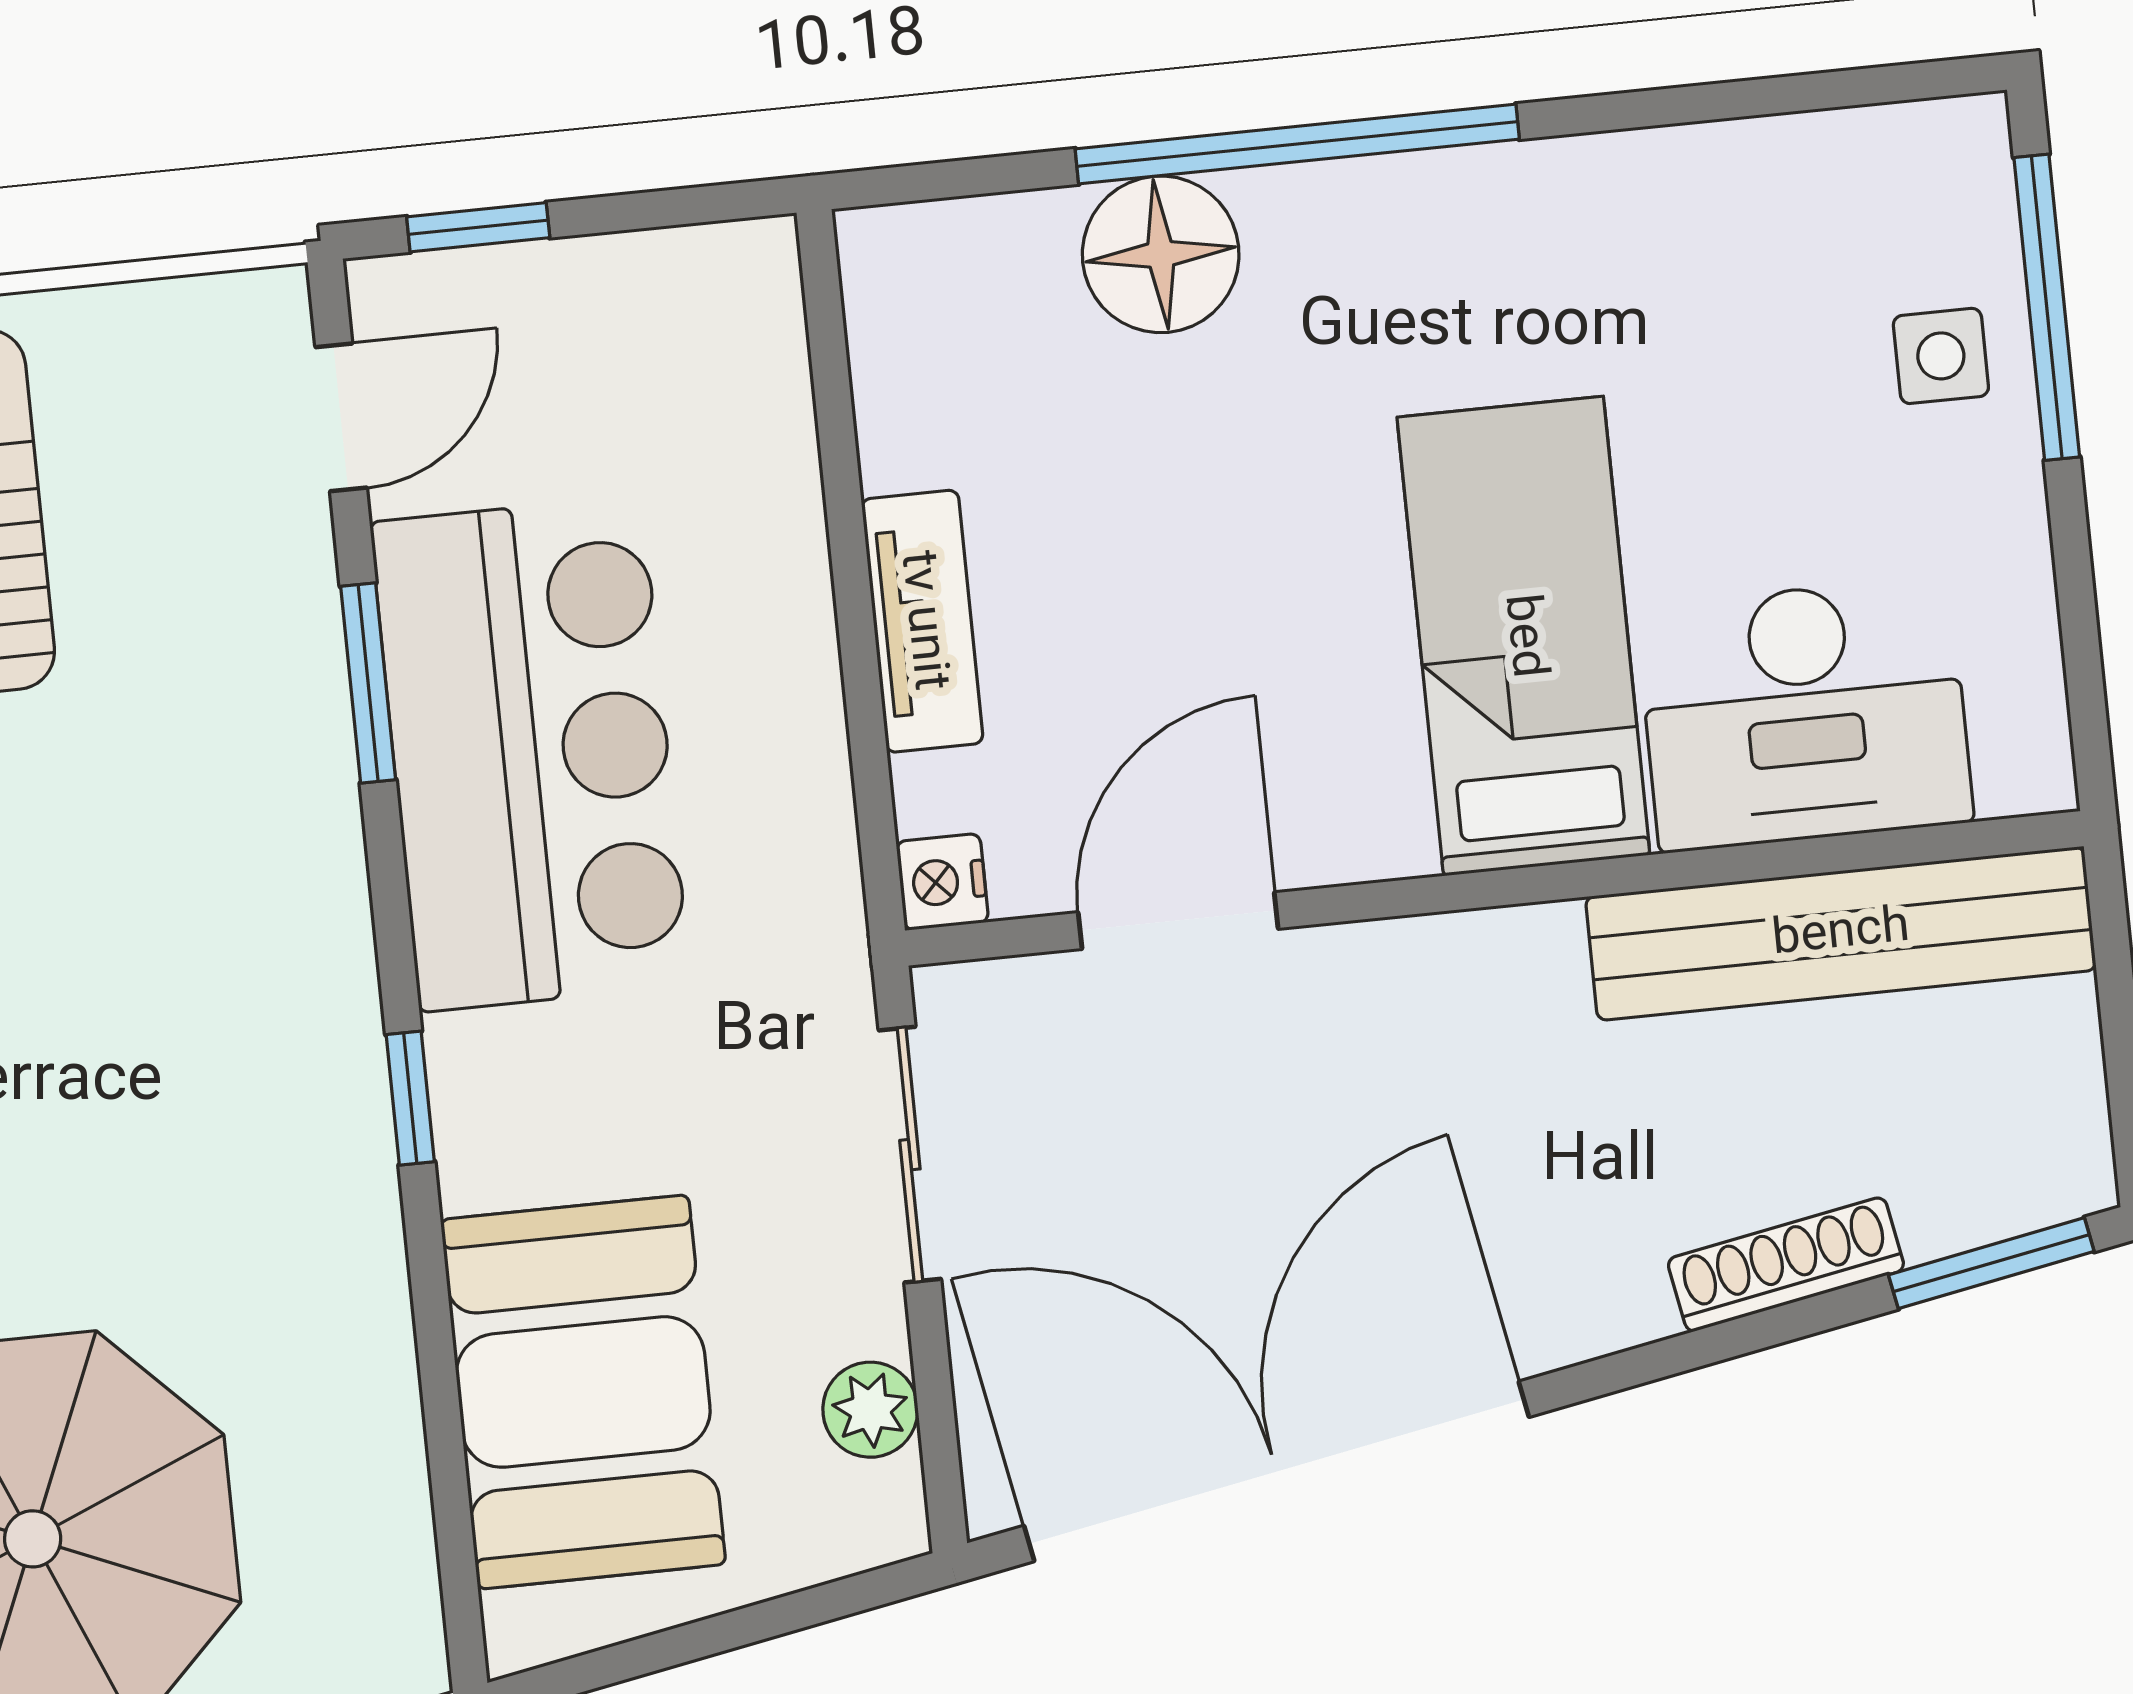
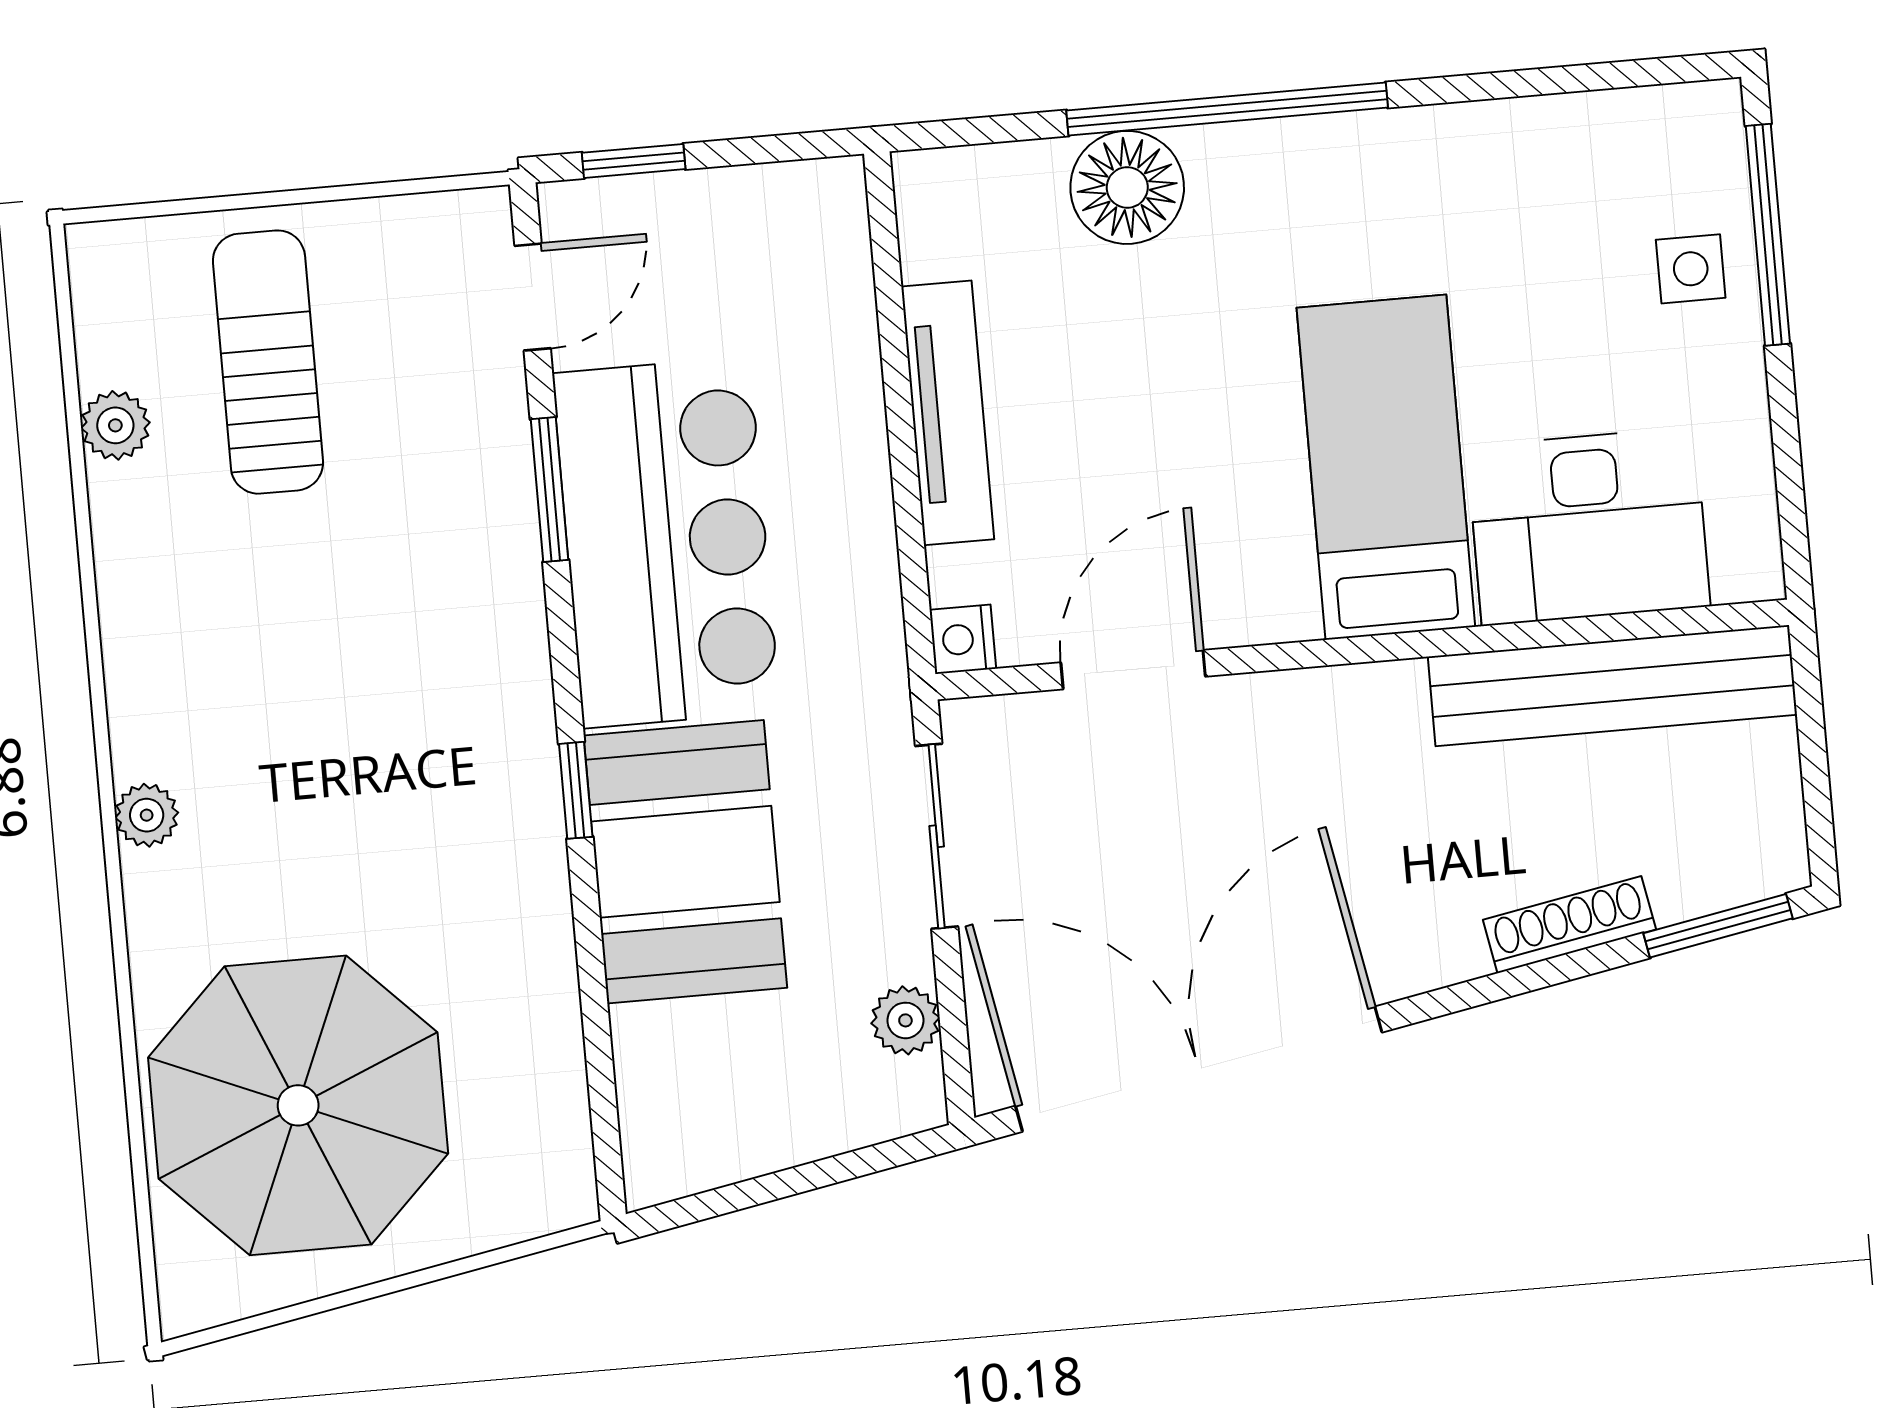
tv unit: (922, 621) -> (948, 413), width x1.41
booth: (583, 1392) -> (685, 862), moved

